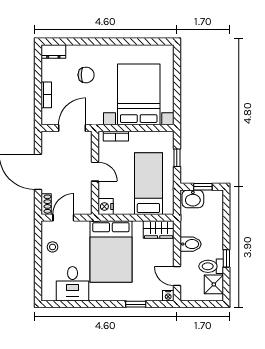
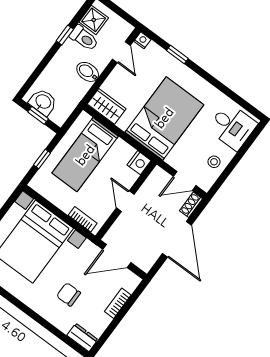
washbasin: (193, 199) -> (43, 102), moved
desk: (73, 284) -> (232, 126), moved, turned 90

